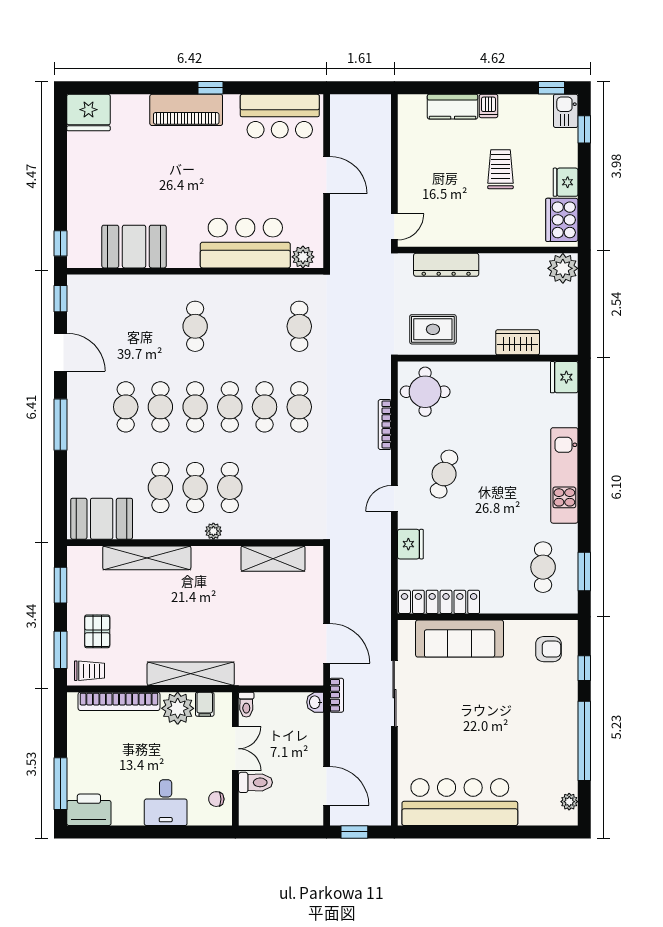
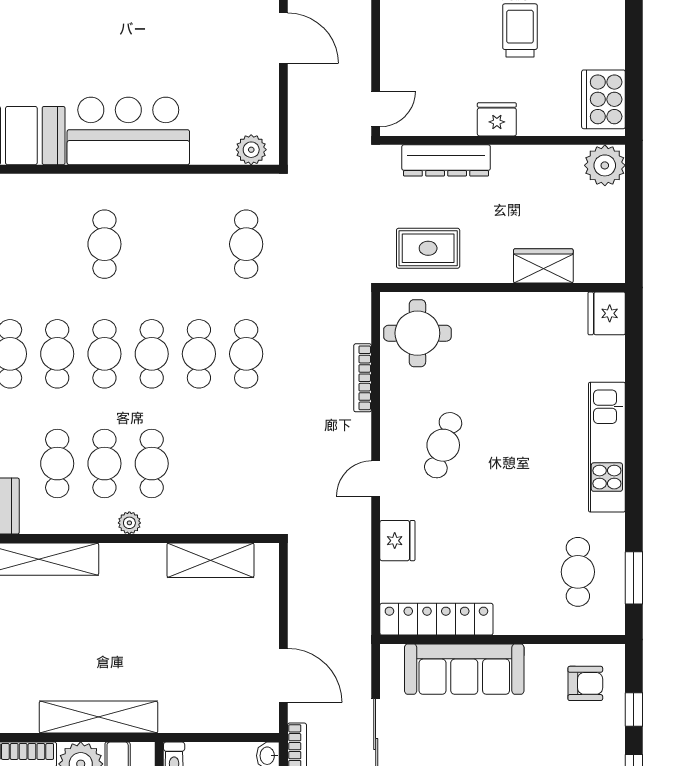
fridge: (566, 182) -> (497, 119), moved, turned 90
bar counter: (245, 243) -> (128, 131), moved

